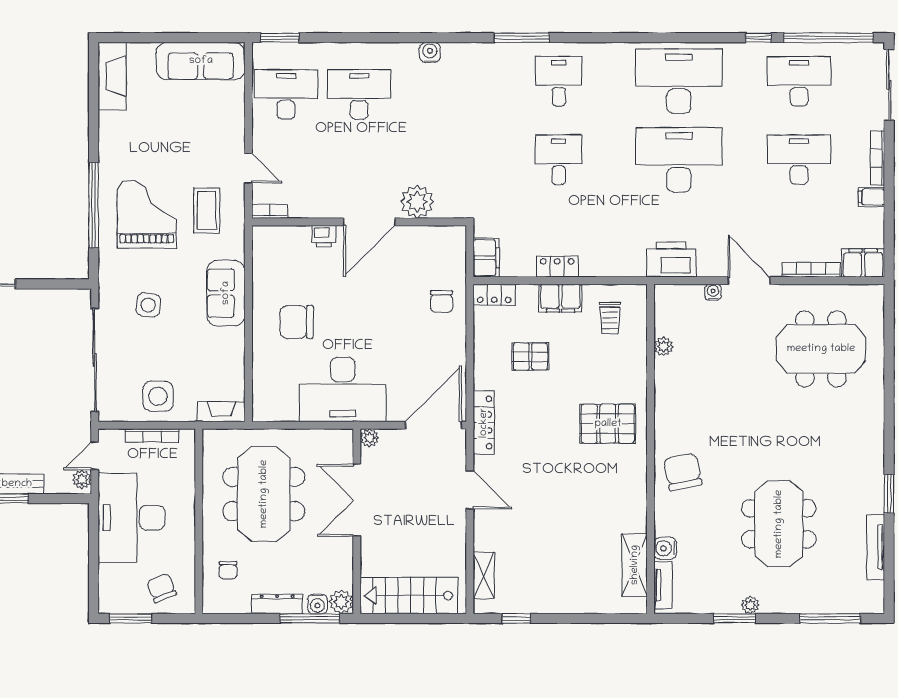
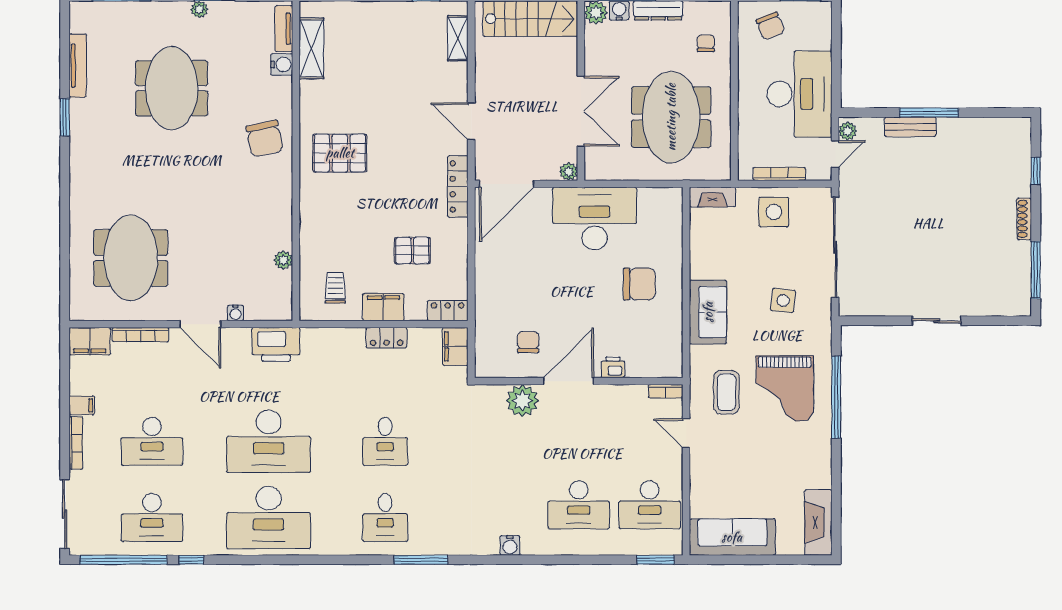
chair: (441, 301) -> (528, 342), moved
meeting table: (821, 349) -> (131, 258), turned 90
pallet: (608, 424) -> (340, 153), moved

